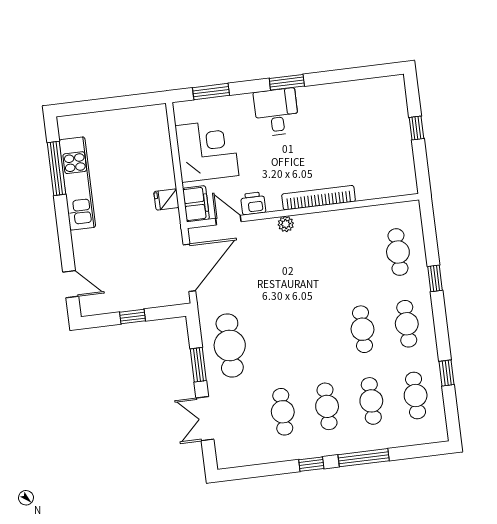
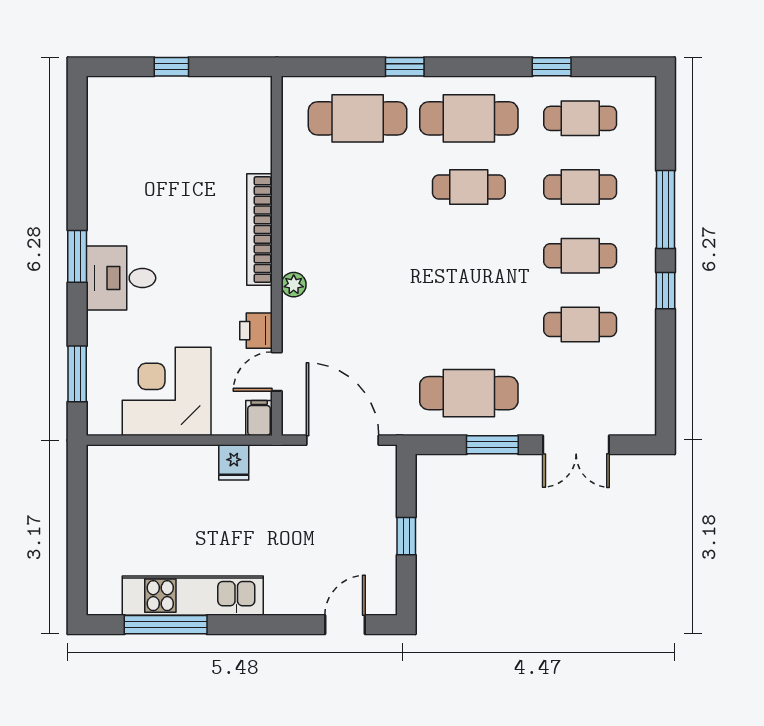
filing cabinet: (196, 204) -> (259, 418), width x0.50
cafe table: (398, 252) -> (358, 118), width x1.37, depth x1.35
cafe table: (407, 324) -> (469, 118), width x1.37, depth x1.35

